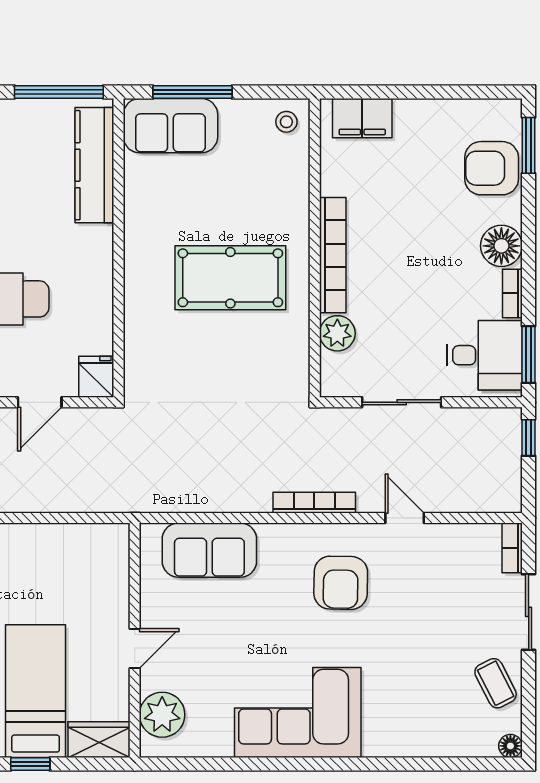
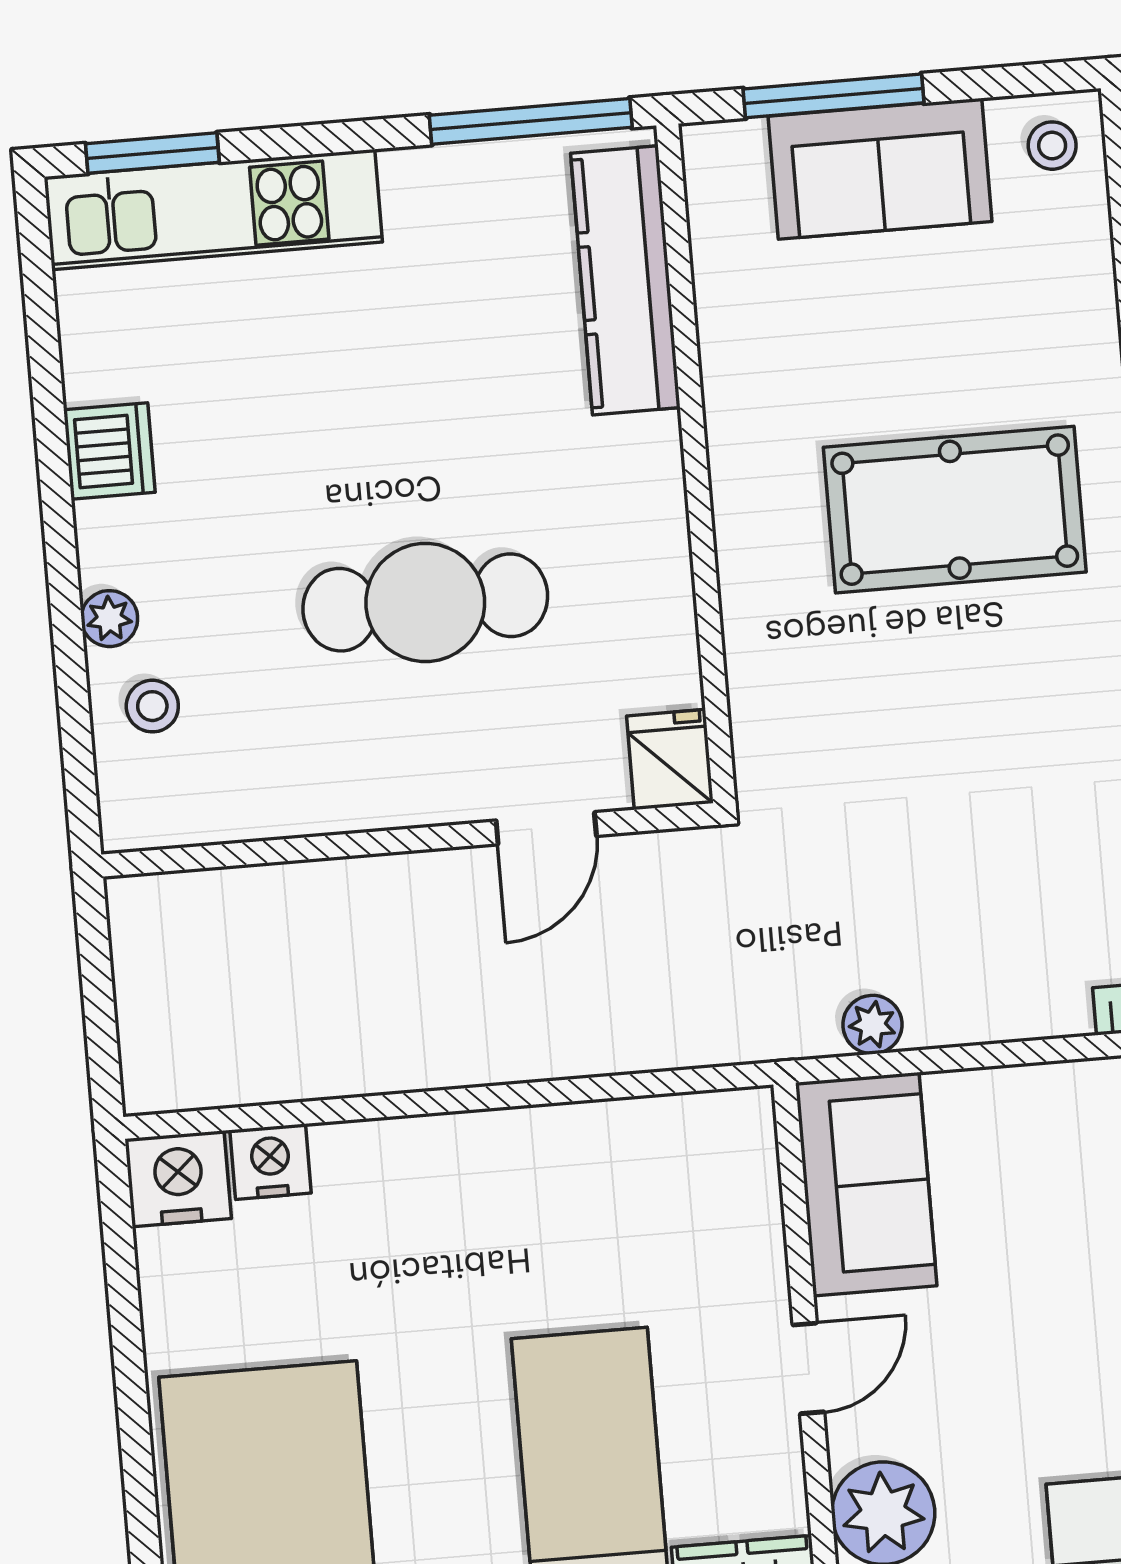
sofa: (170, 126) -> (880, 169), moved
plant: (175, 500) -> (872, 1025), added
sofa: (209, 550) -> (866, 1184), moved, turned -90

